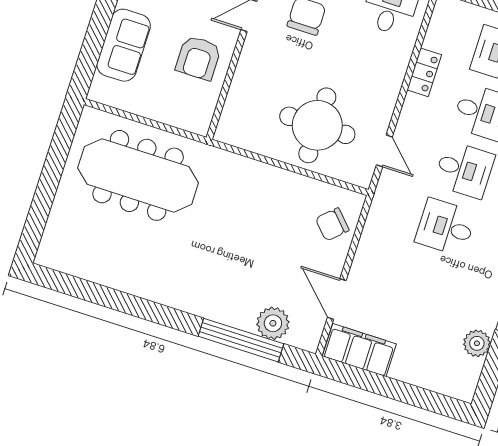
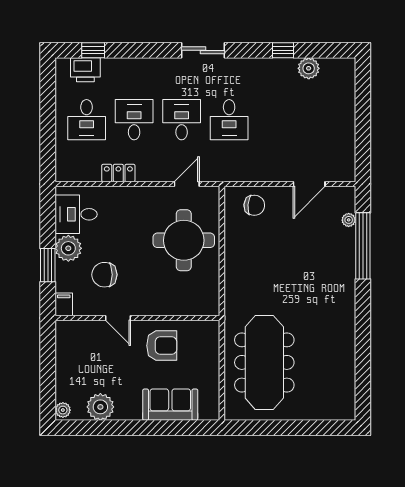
chair: (332, 224) -> (254, 205), turned -42
plant: (273, 323) -> (349, 220), width x0.53, depth x0.53
filing cabinet: (359, 350) -> (342, 155), removed

